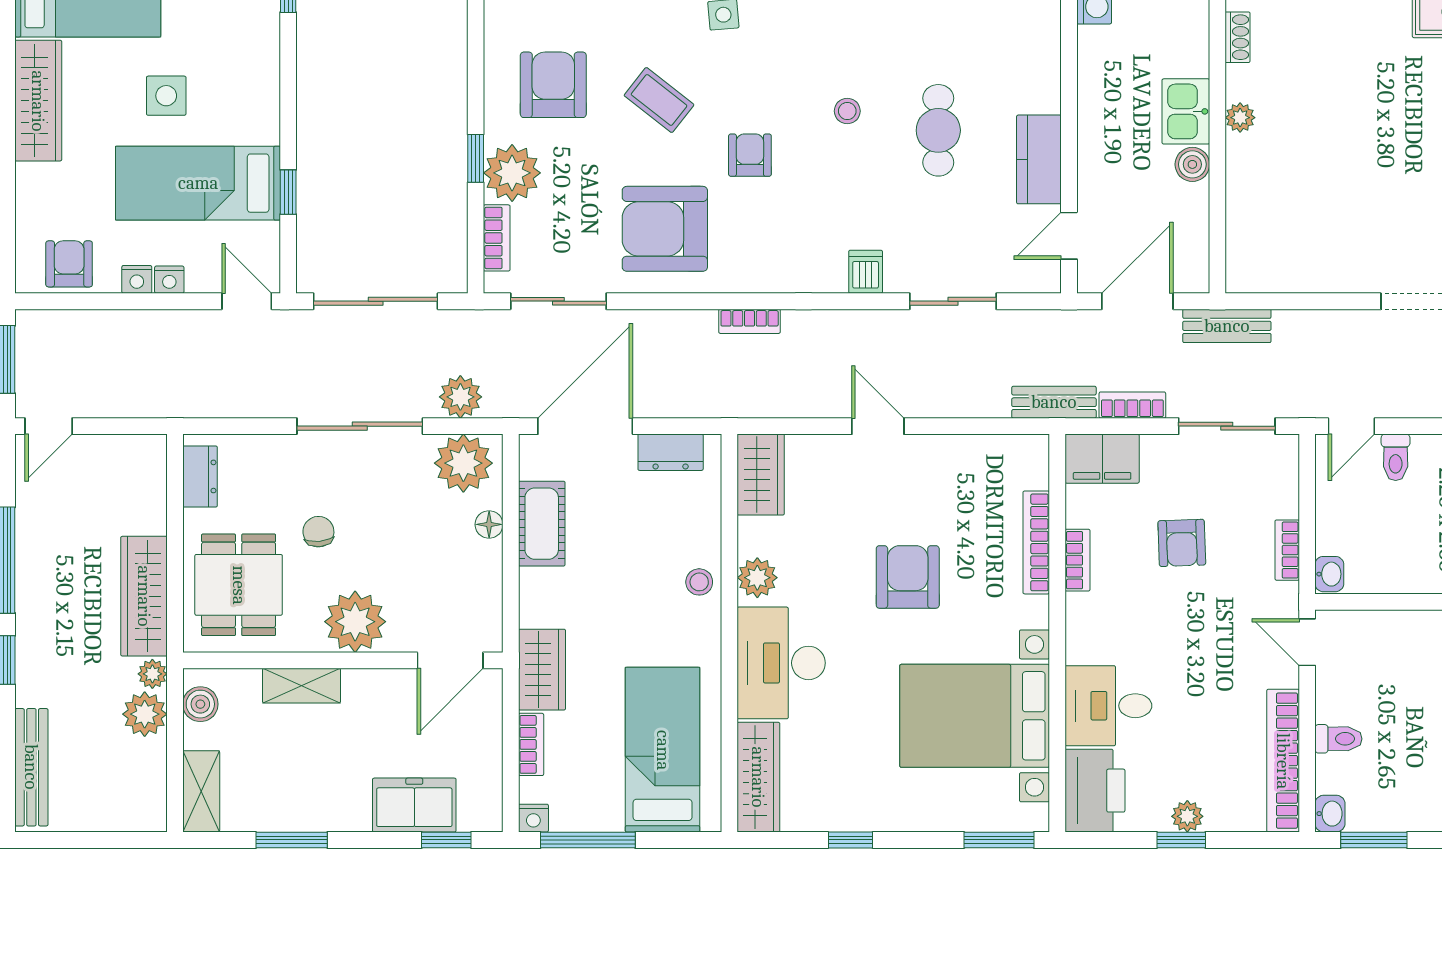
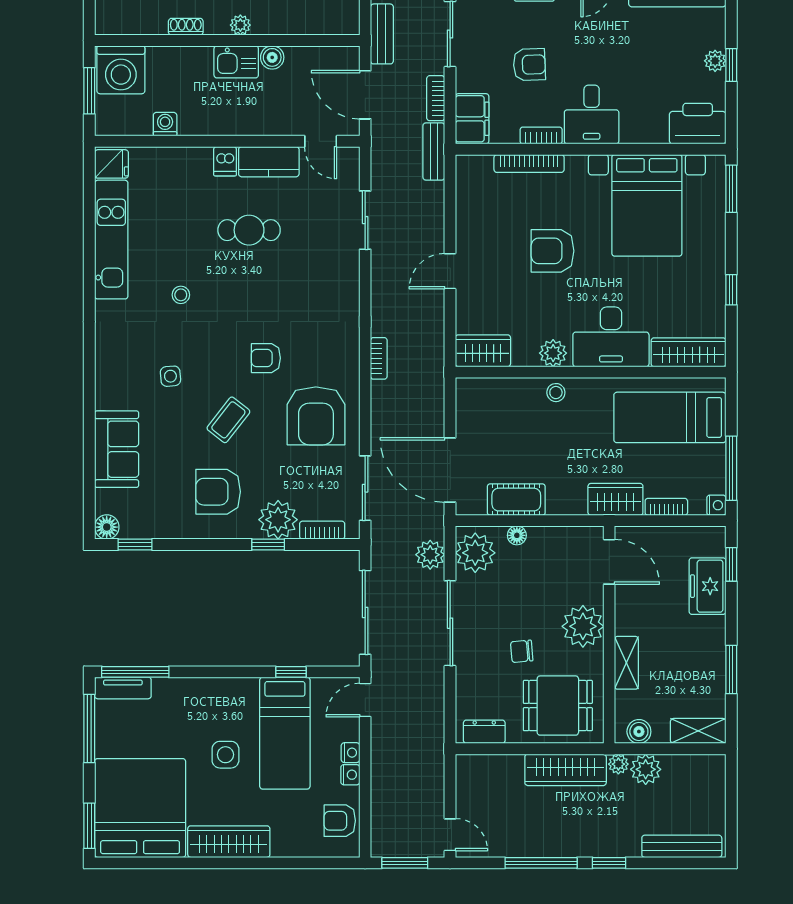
stool: (847, 111) -> (181, 295), moved
dishwasher: (866, 272) -> (225, 161), moved, turned -90
dresser: (671, 452) -> (468, 412), removed
desk: (1108, 706) -> (592, 114), moved

